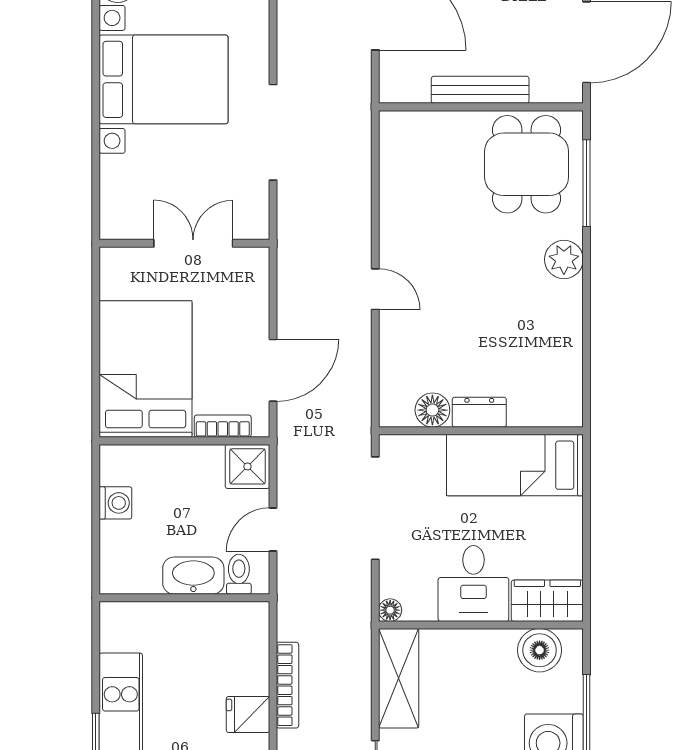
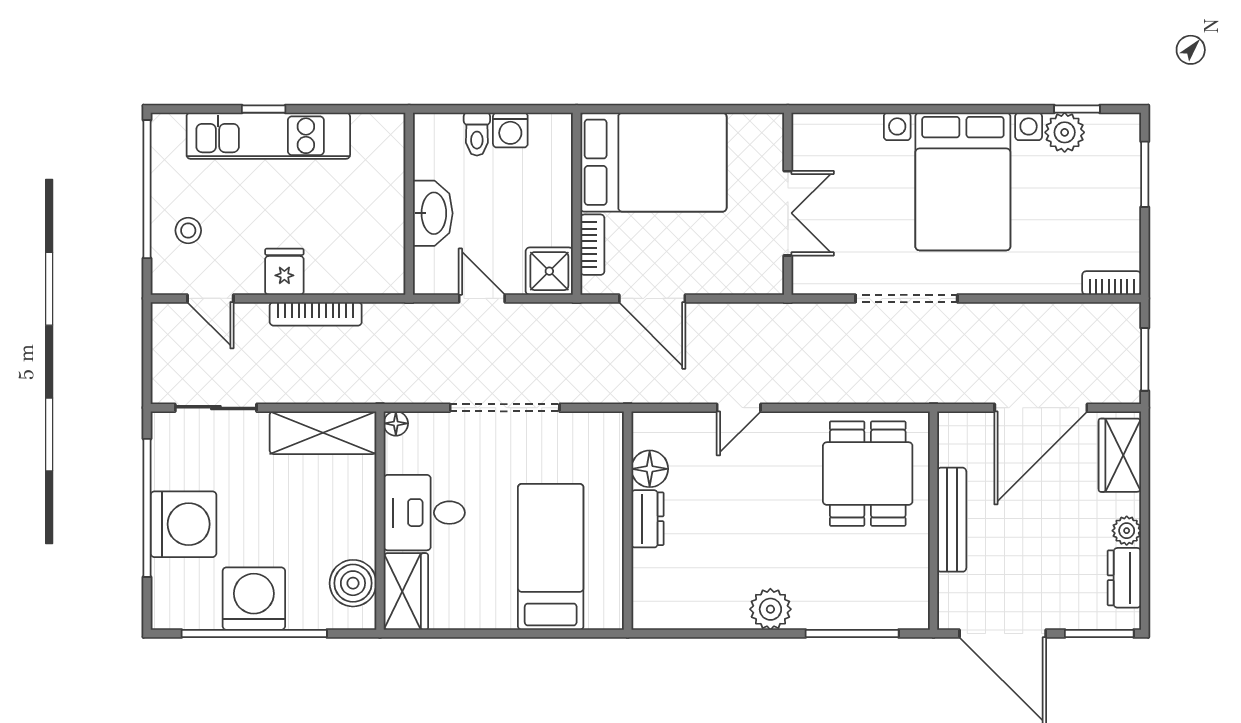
dining table: (527, 164) -> (868, 474), moved, turned 90
floor lamp: (432, 410) -> (650, 469), moved
dresser: (479, 412) -> (647, 519), moved
wall: (481, 431) -> (628, 521), moved
toilet: (239, 574) -> (477, 134), moved, turned 90

